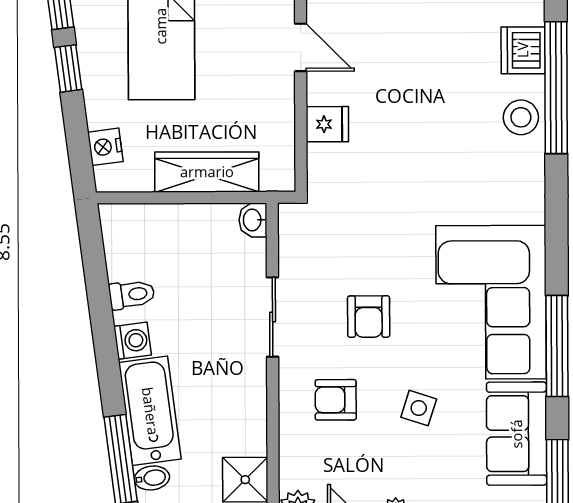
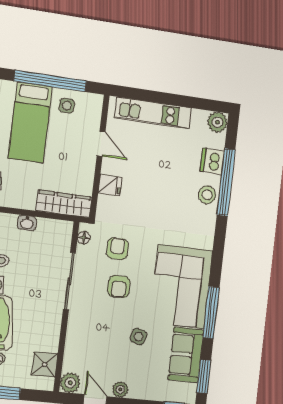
wardrobe: (207, 172) -> (64, 204), moved
washbasin: (253, 220) -> (27, 223), moved, turned -90
floor lamp: (290, 231) -> (84, 238), added
sliding door: (273, 317) -> (69, 281), width x1.37
armchair: (336, 400) -> (117, 249), moved, turned 90

